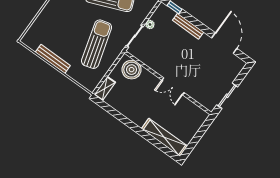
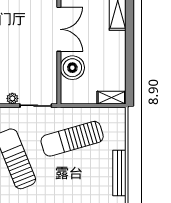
boiler: (132, 70) -> (72, 68), moved
double door: (173, 86) -> (59, 29), width x1.37

